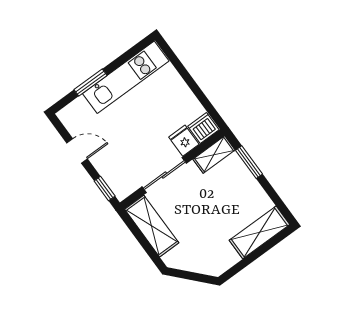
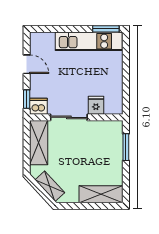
window: (91, 83) -> (106, 29), moved
dishwasher: (203, 128) -> (38, 106), moved
shelving: (214, 155) -> (50, 186), moved, turned 47

